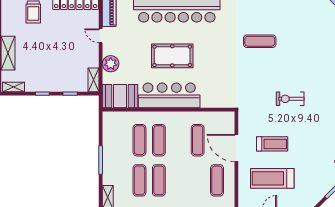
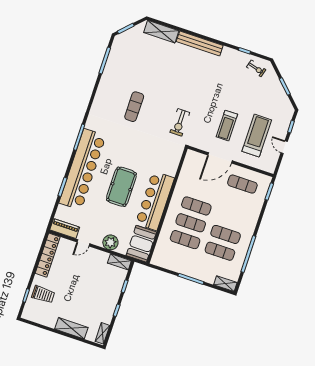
exercise bike: (290, 99) -> (180, 122), moved
exercise mat: (198, 140) -> (196, 206), moved
treadmill: (272, 144) -> (227, 126), turned 180
treadmill: (272, 178) -> (257, 136), turned 180

